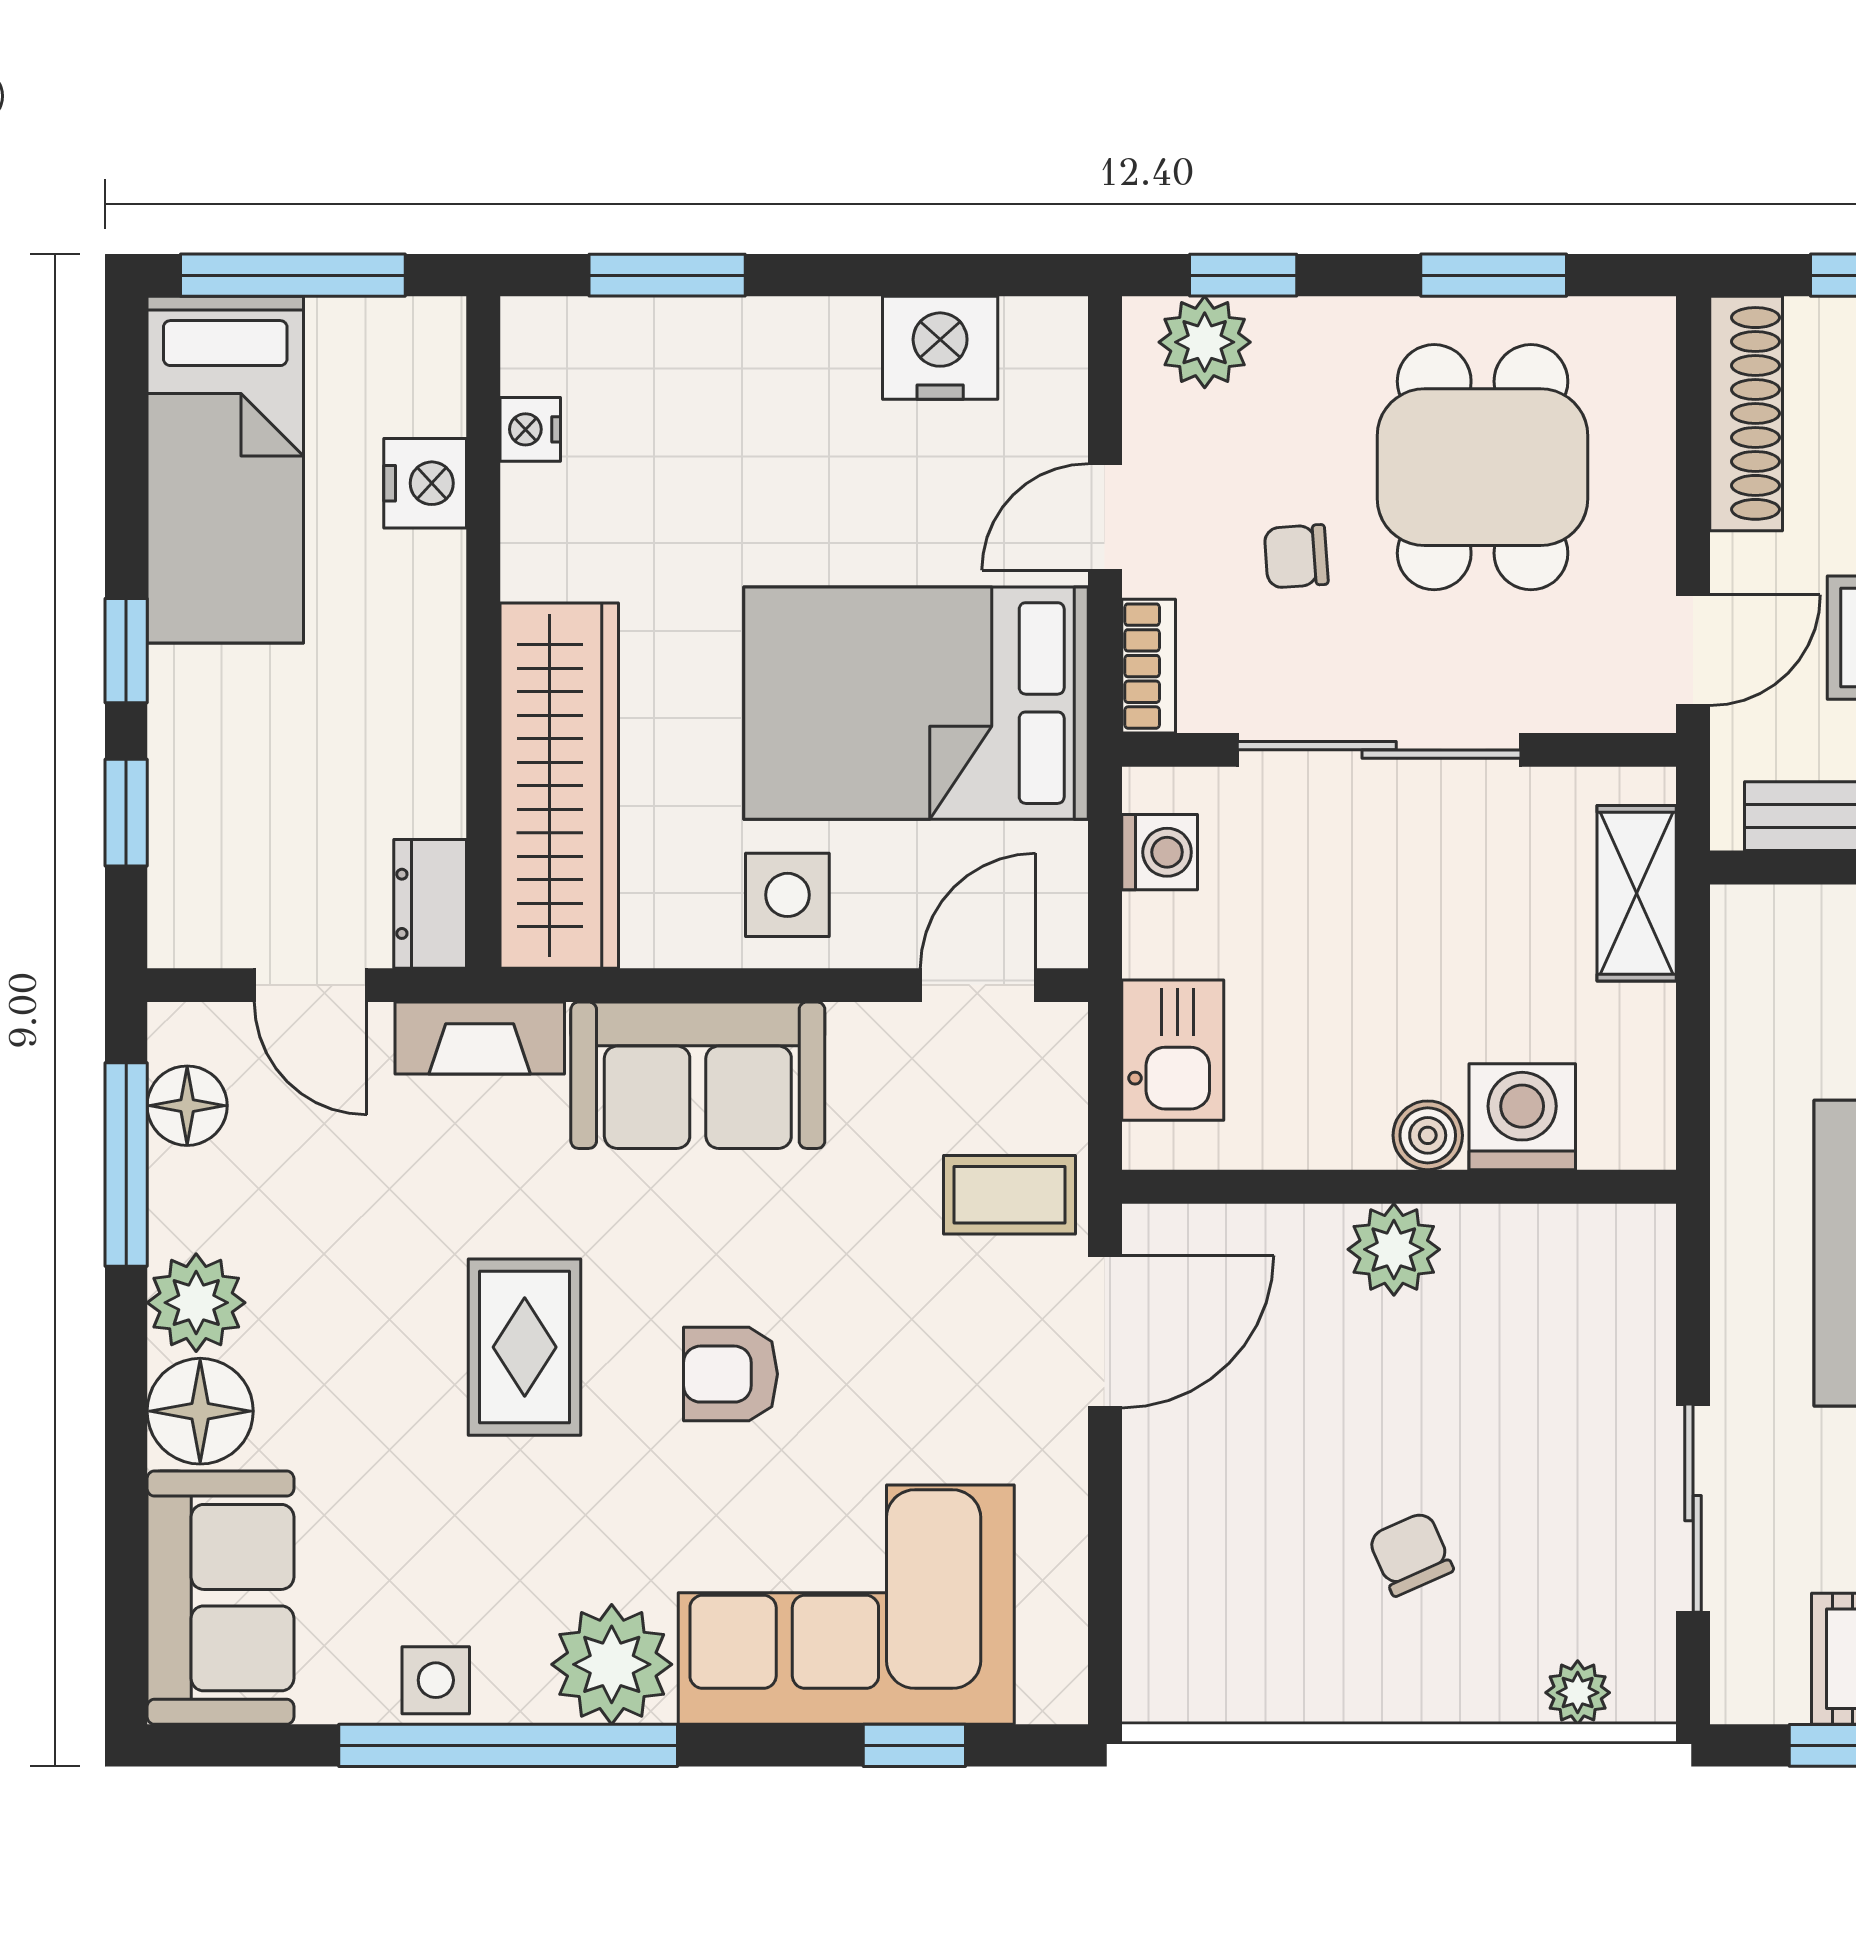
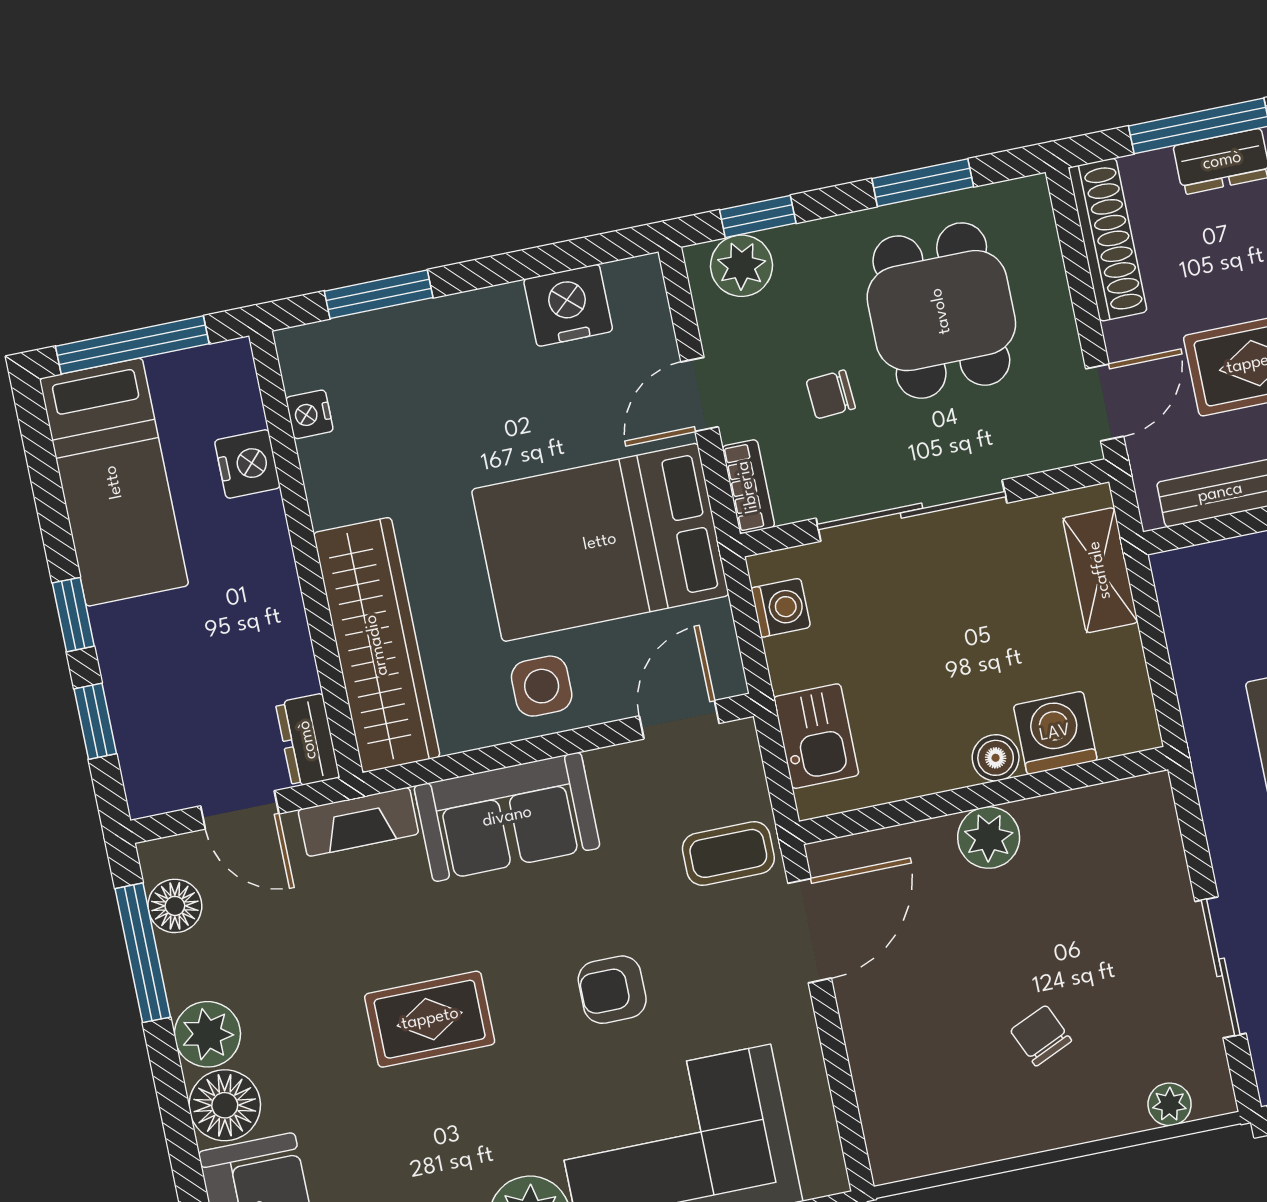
rug: (525, 1347) -> (430, 1019), turned 90
armchair: (730, 1374) -> (612, 990), moved

